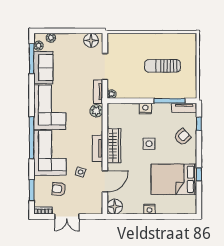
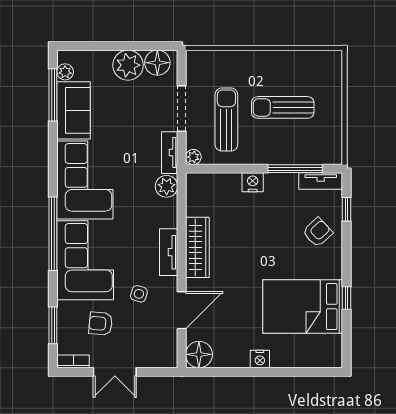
plant: (51, 38) -> (128, 65), moved, width x1.88, depth x1.88
sun lounger: (130, 73) -> (226, 120), added
side table: (149, 144) -> (259, 244), removed

